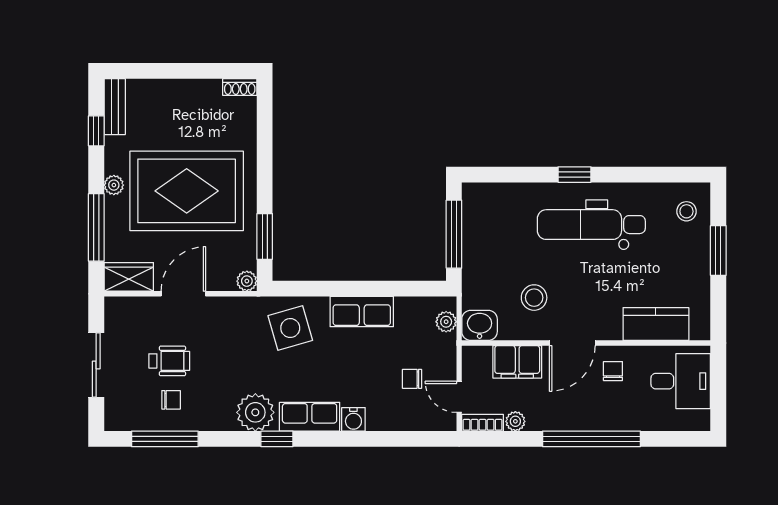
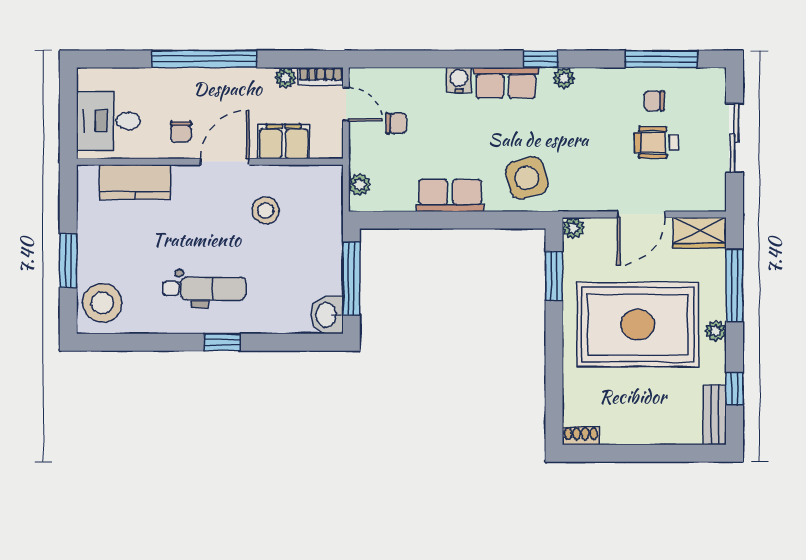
stool: (686, 211) -> (102, 303), width x1.89, depth x1.89
dental chair: (591, 225) -> (204, 289), width x0.73, depth x0.72
washbasin: (480, 325) -> (327, 315), moved, turned 90
plant: (255, 412) -> (564, 78), width x0.53, depth x0.53

